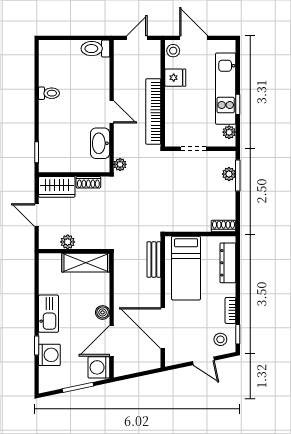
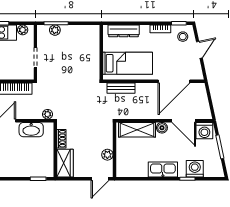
door: (37, 215) -> (100, 179), moved
shoe rack: (224, 226) -> (95, 34), removed
shelving: (86, 263) -> (137, 130), moved, turned 90

